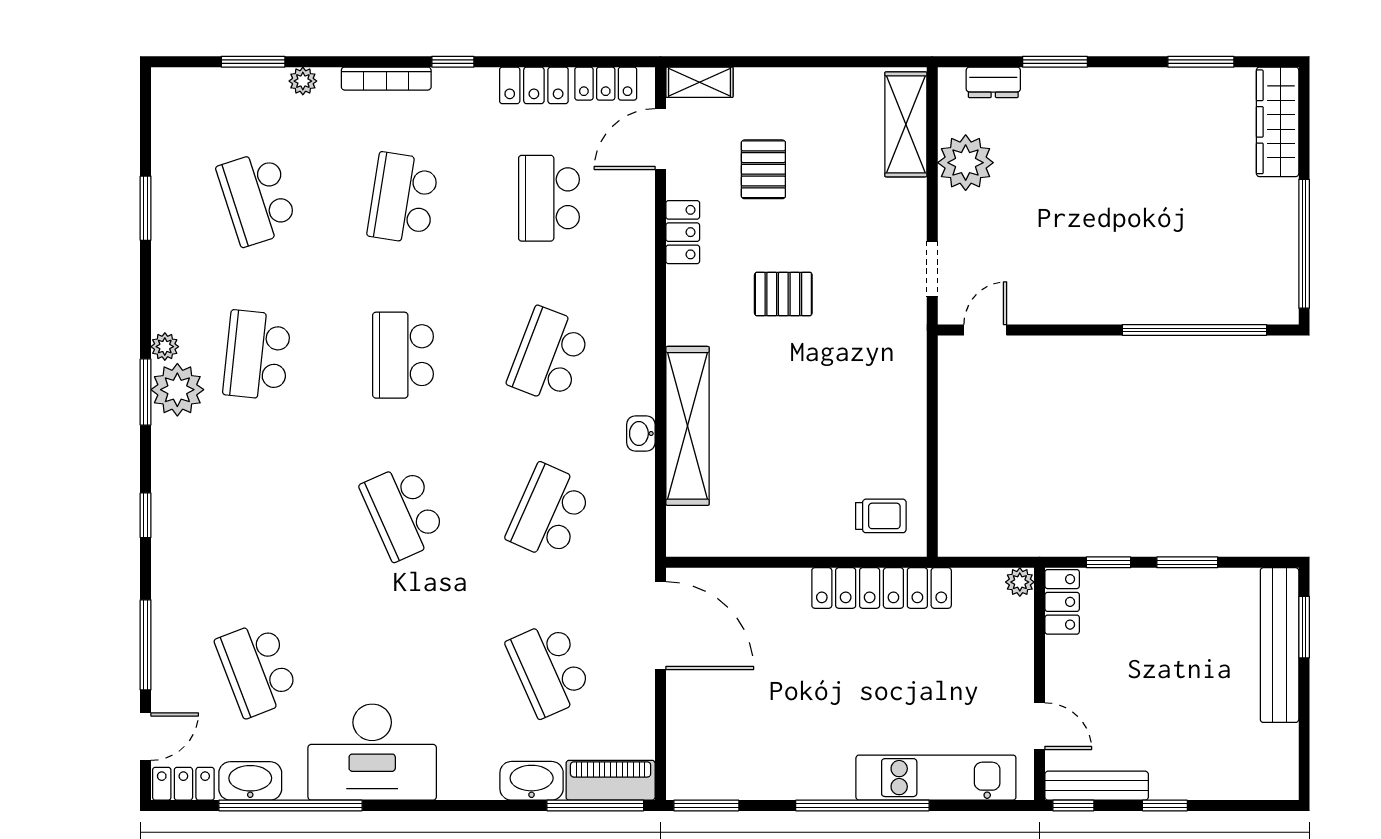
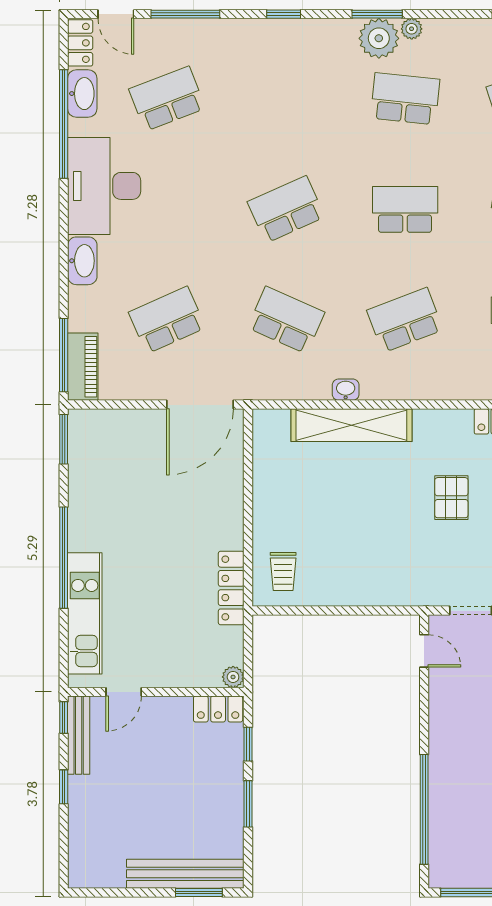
school desk: (549, 355) -> (405, 320), turned -42
locker: (882, 588) -> (231, 588), width x0.71, depth x0.83
washbasin: (532, 781) -> (82, 261), moved

